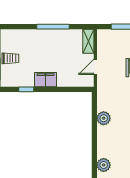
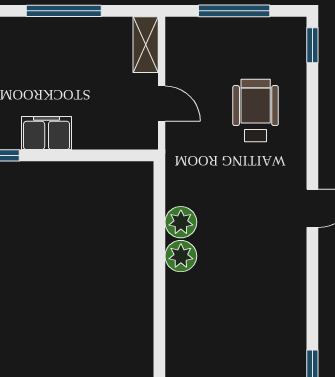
door: (95, 67) -> (162, 104), swing flipped
plant: (104, 165) -> (181, 256), moved

